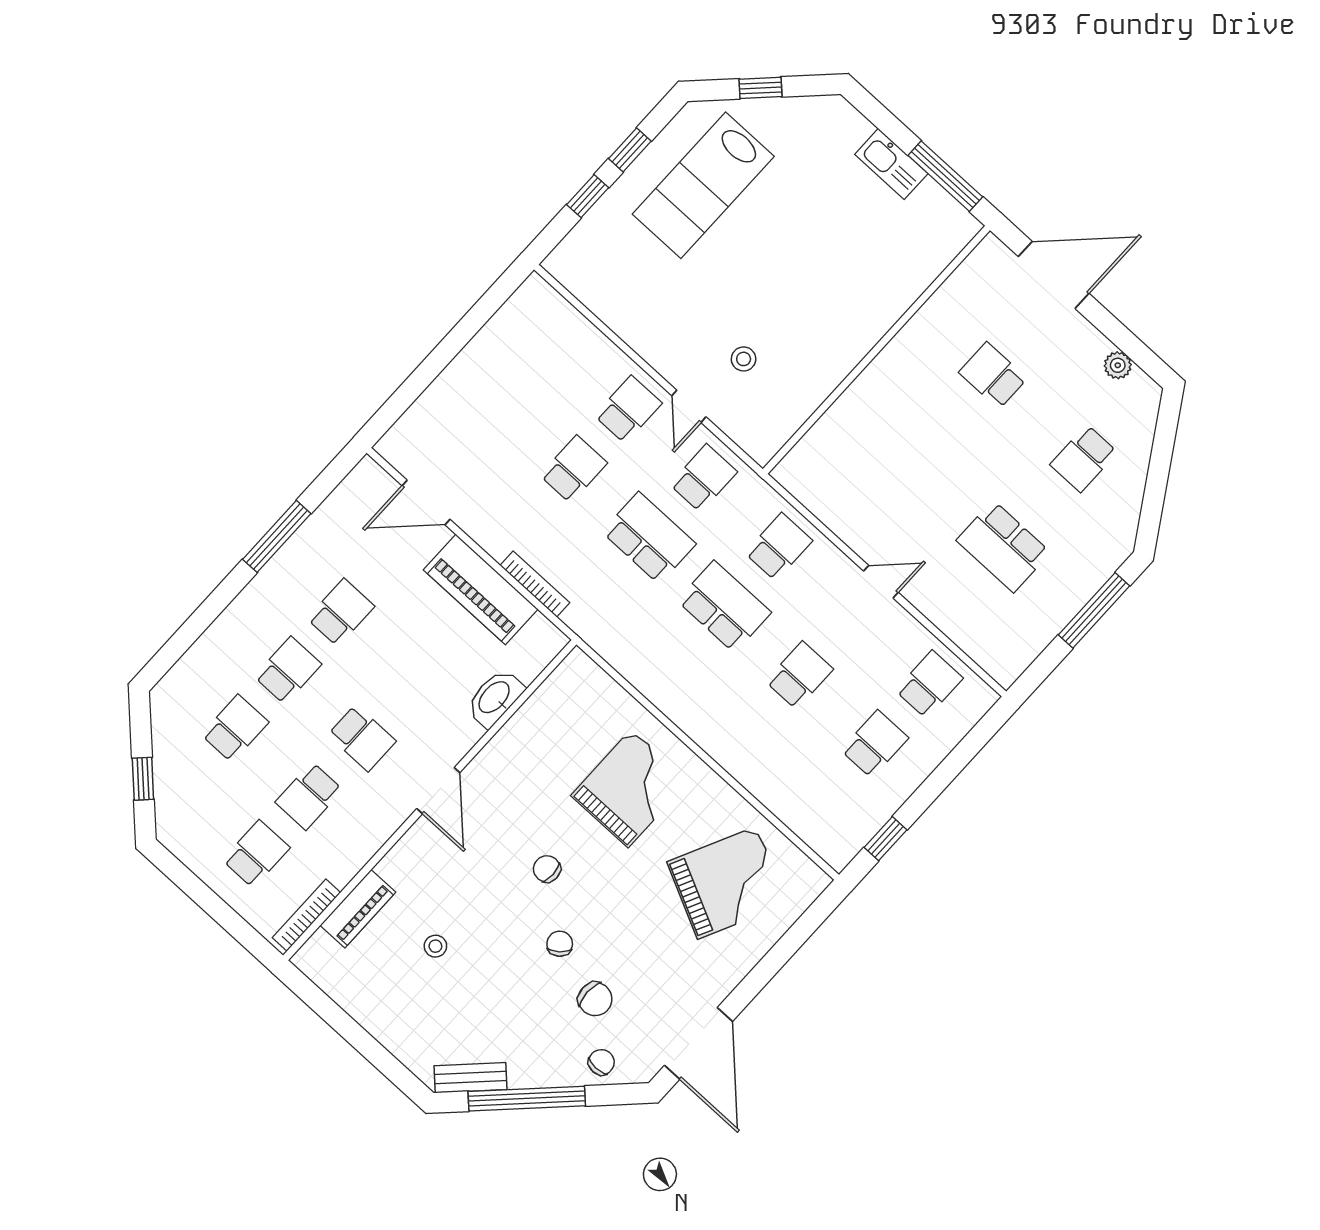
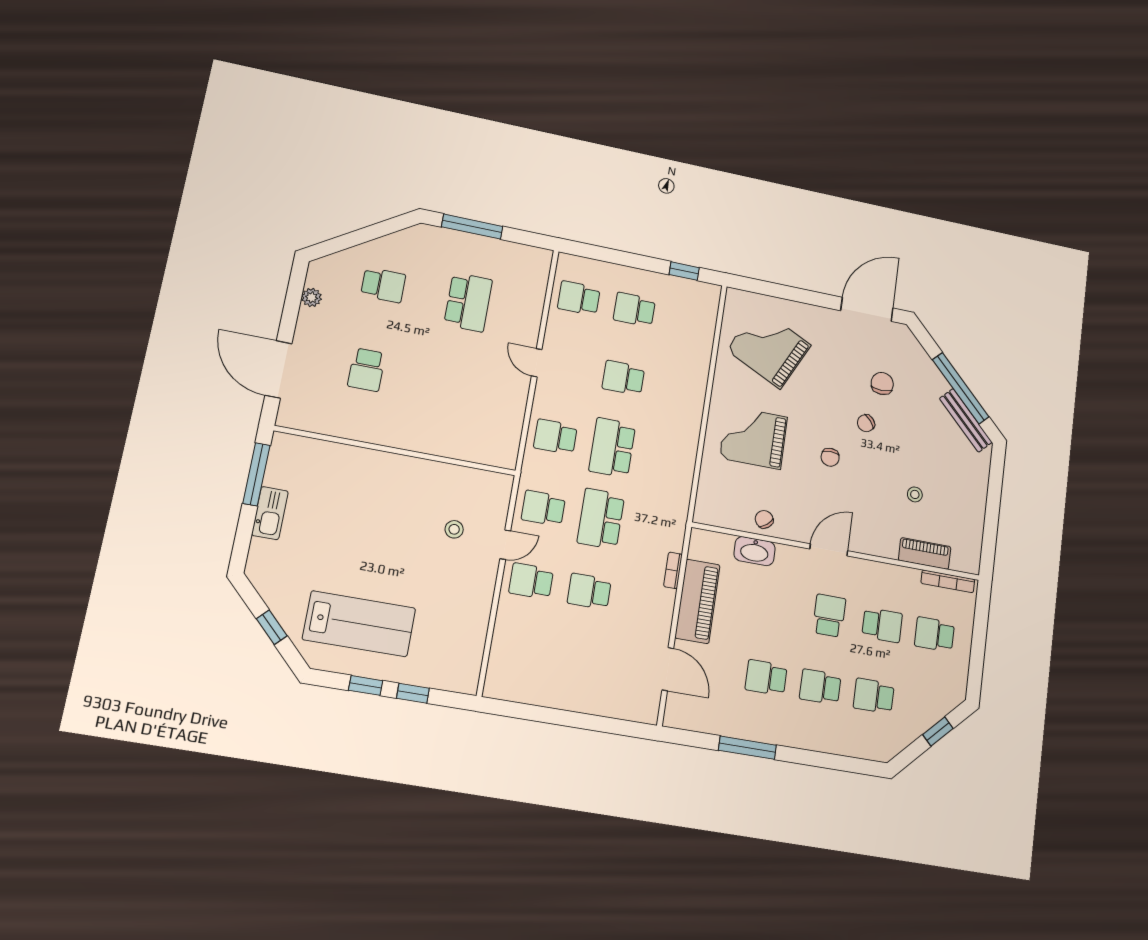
bookcase: (535, 584) -> (673, 570), width x0.64
chair: (601, 1062) -> (764, 519), moved, turned 52
bench: (470, 1078) -> (966, 420), width x1.36

